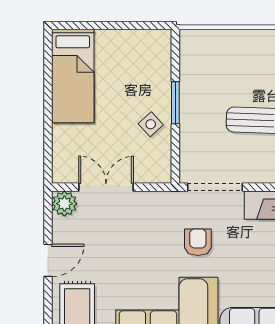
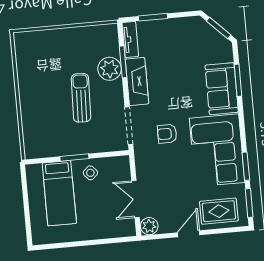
bed: (73, 76) -> (59, 193), moved, turned 90
door: (48, 260) -> (189, 234), hinge flipped

